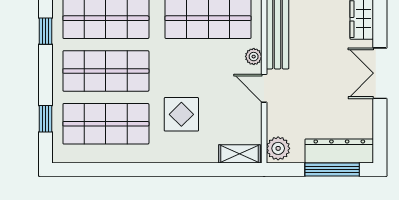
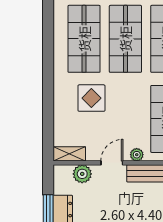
plant: (278, 148) -> (82, 174), moved
shelving: (239, 154) -> (69, 154), moved, turned 90

